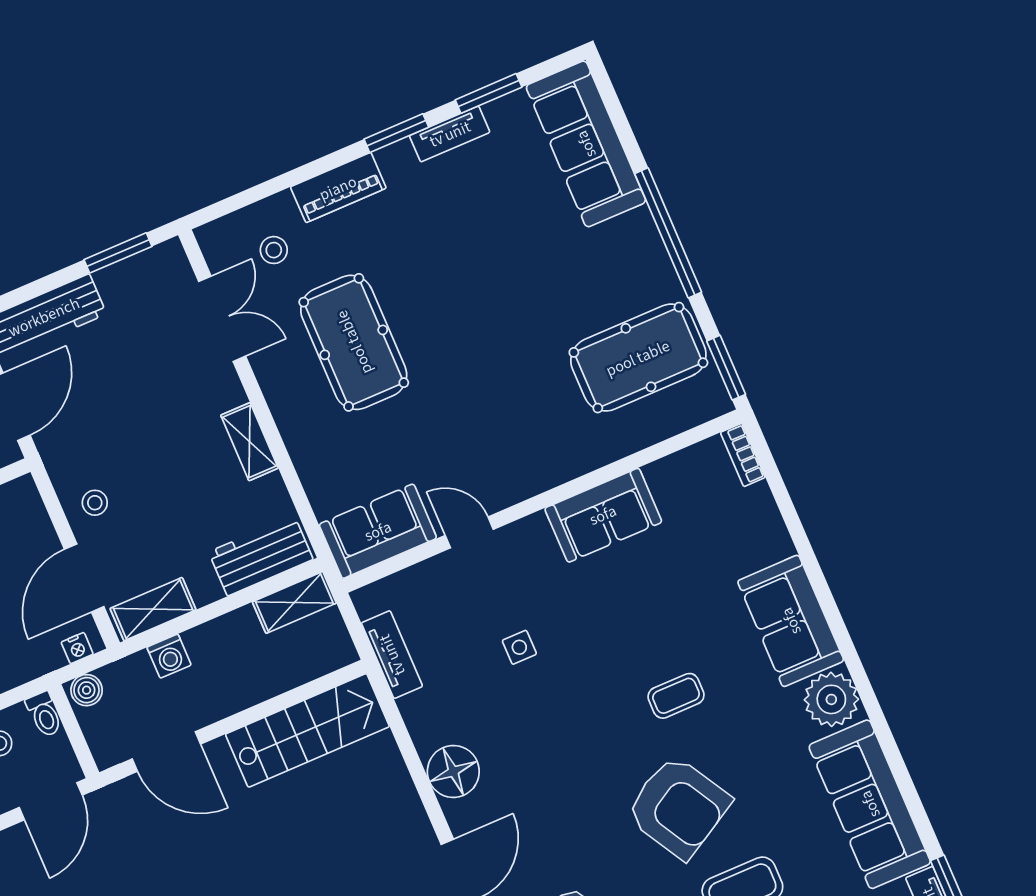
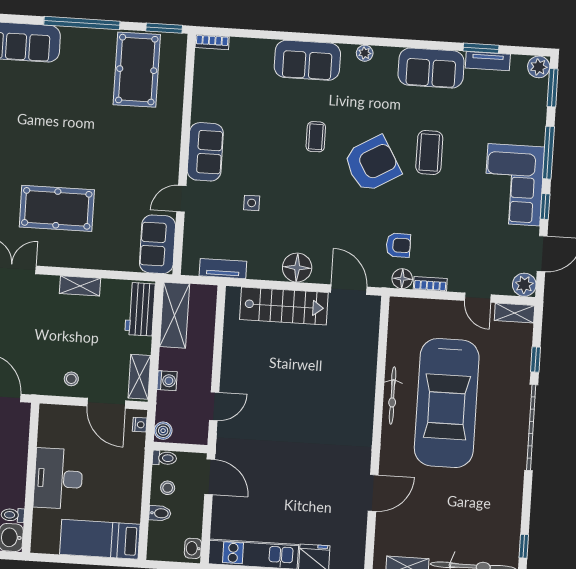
sofa: (603, 515) -> (205, 152), moved
shelving: (294, 602) -> (175, 315), width x1.50, depth x1.33
plant: (831, 699) -> (365, 53), width x0.53, depth x0.53
stairs: (307, 730) -> (284, 306), moved, turned 90
door: (166, 751) -> (214, 406), width x0.73
sofa: (870, 804) -> (431, 68), width x0.73

